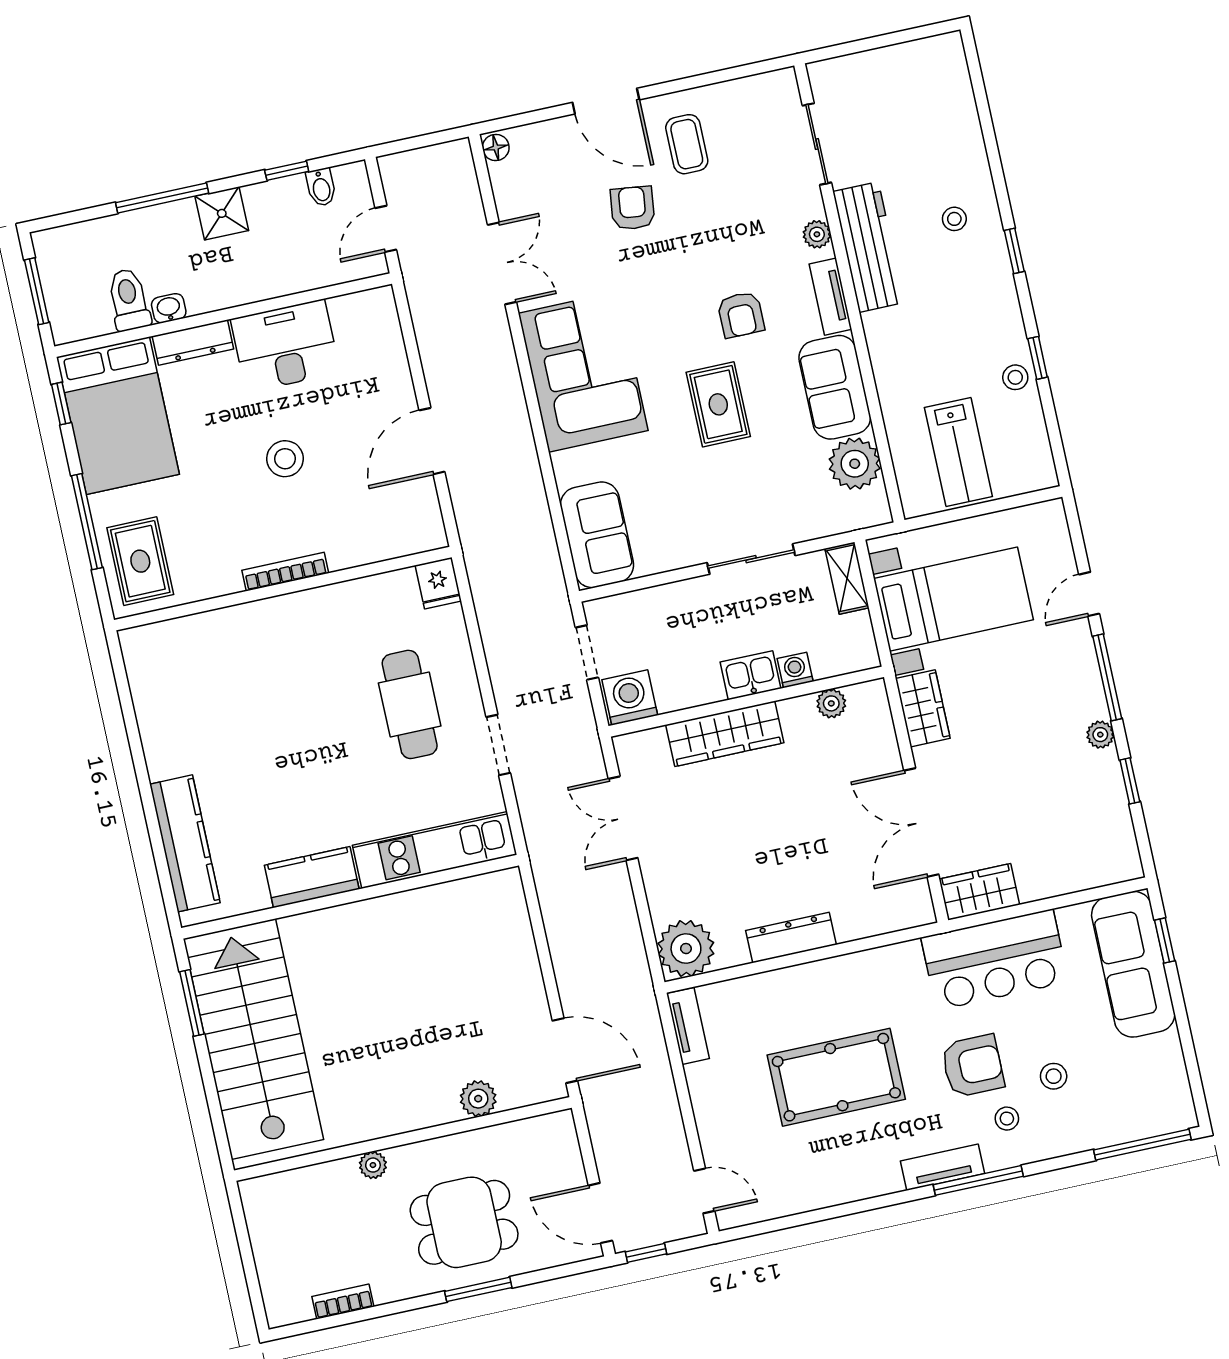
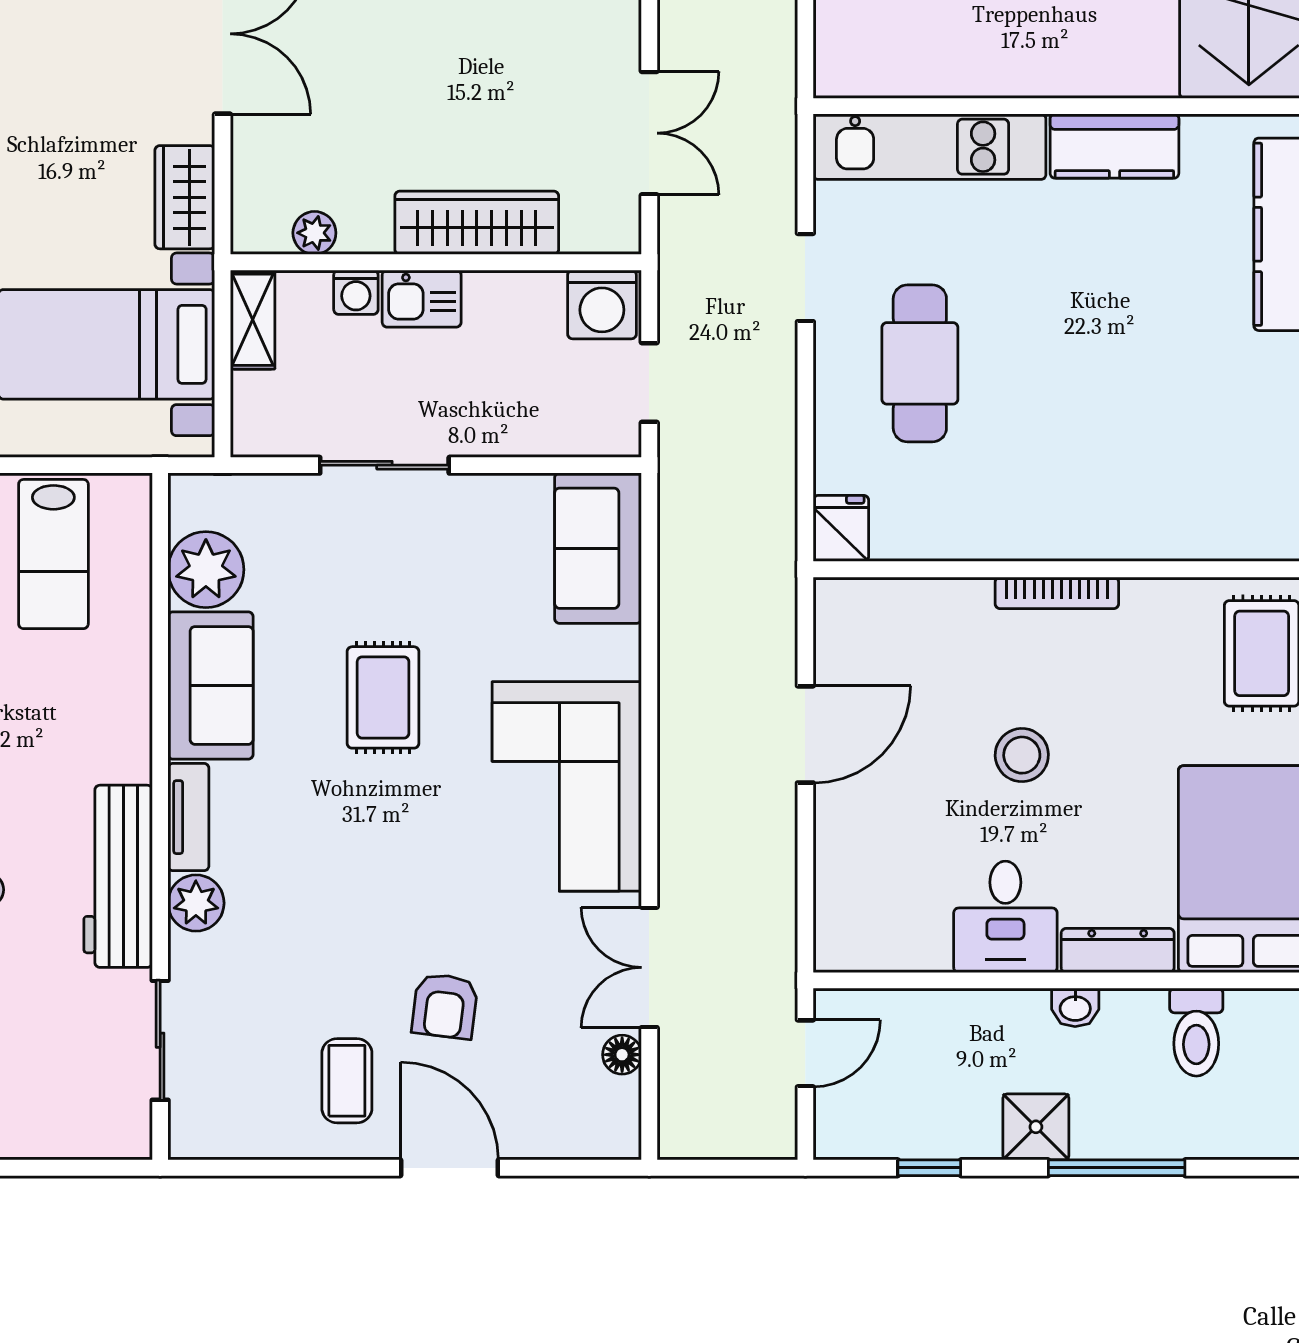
floor lamp: (496, 148) -> (622, 1055), moved
bidet: (321, 187) -> (885, 1133), removed
plant: (817, 234) -> (196, 903), width x1.38, depth x1.38
washbasin: (169, 308) -> (1075, 1007), moved
armchair: (741, 315) -> (323, 819), removed
desk: (285, 346) -> (1005, 917), width x0.73
lab bench: (958, 452) -> (53, 554), turned 180
shelving: (847, 578) -> (253, 320), moved

